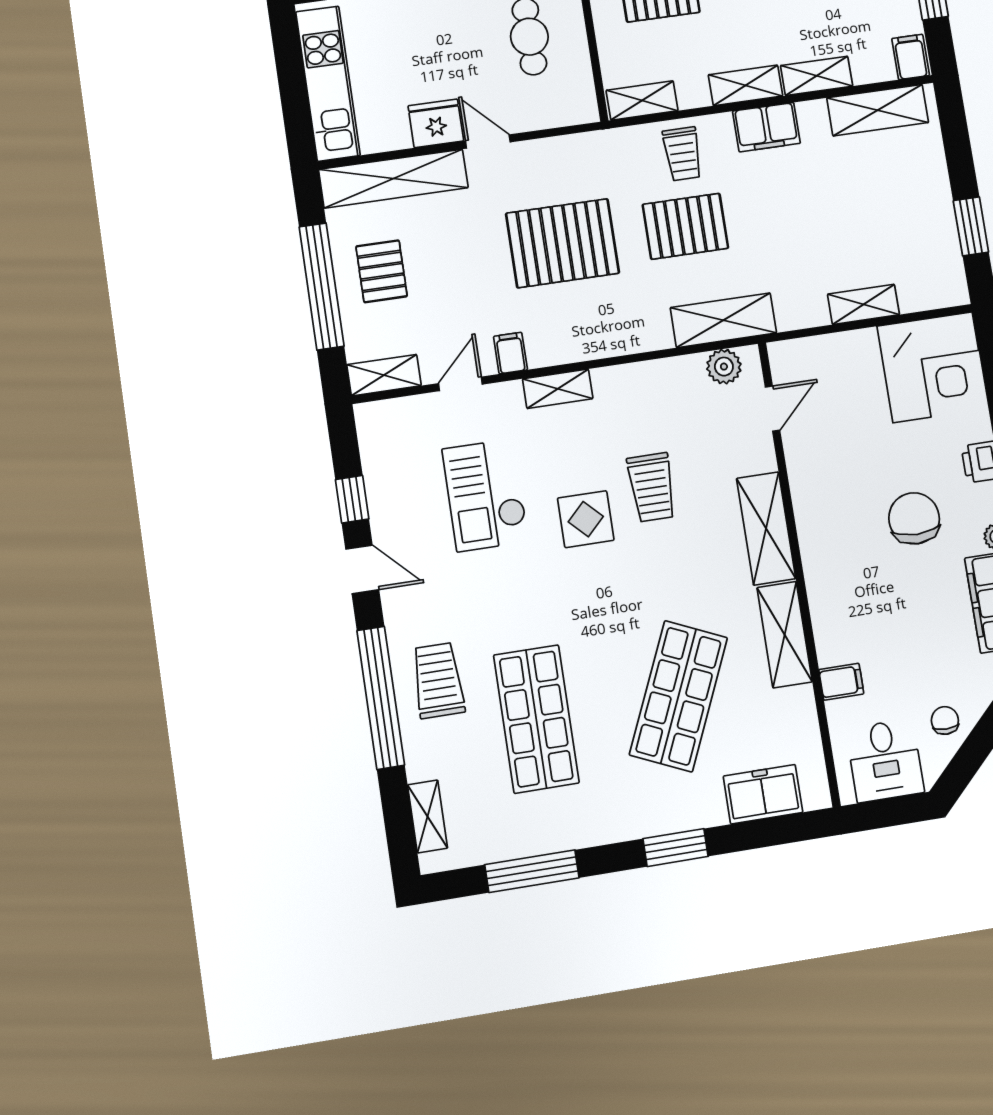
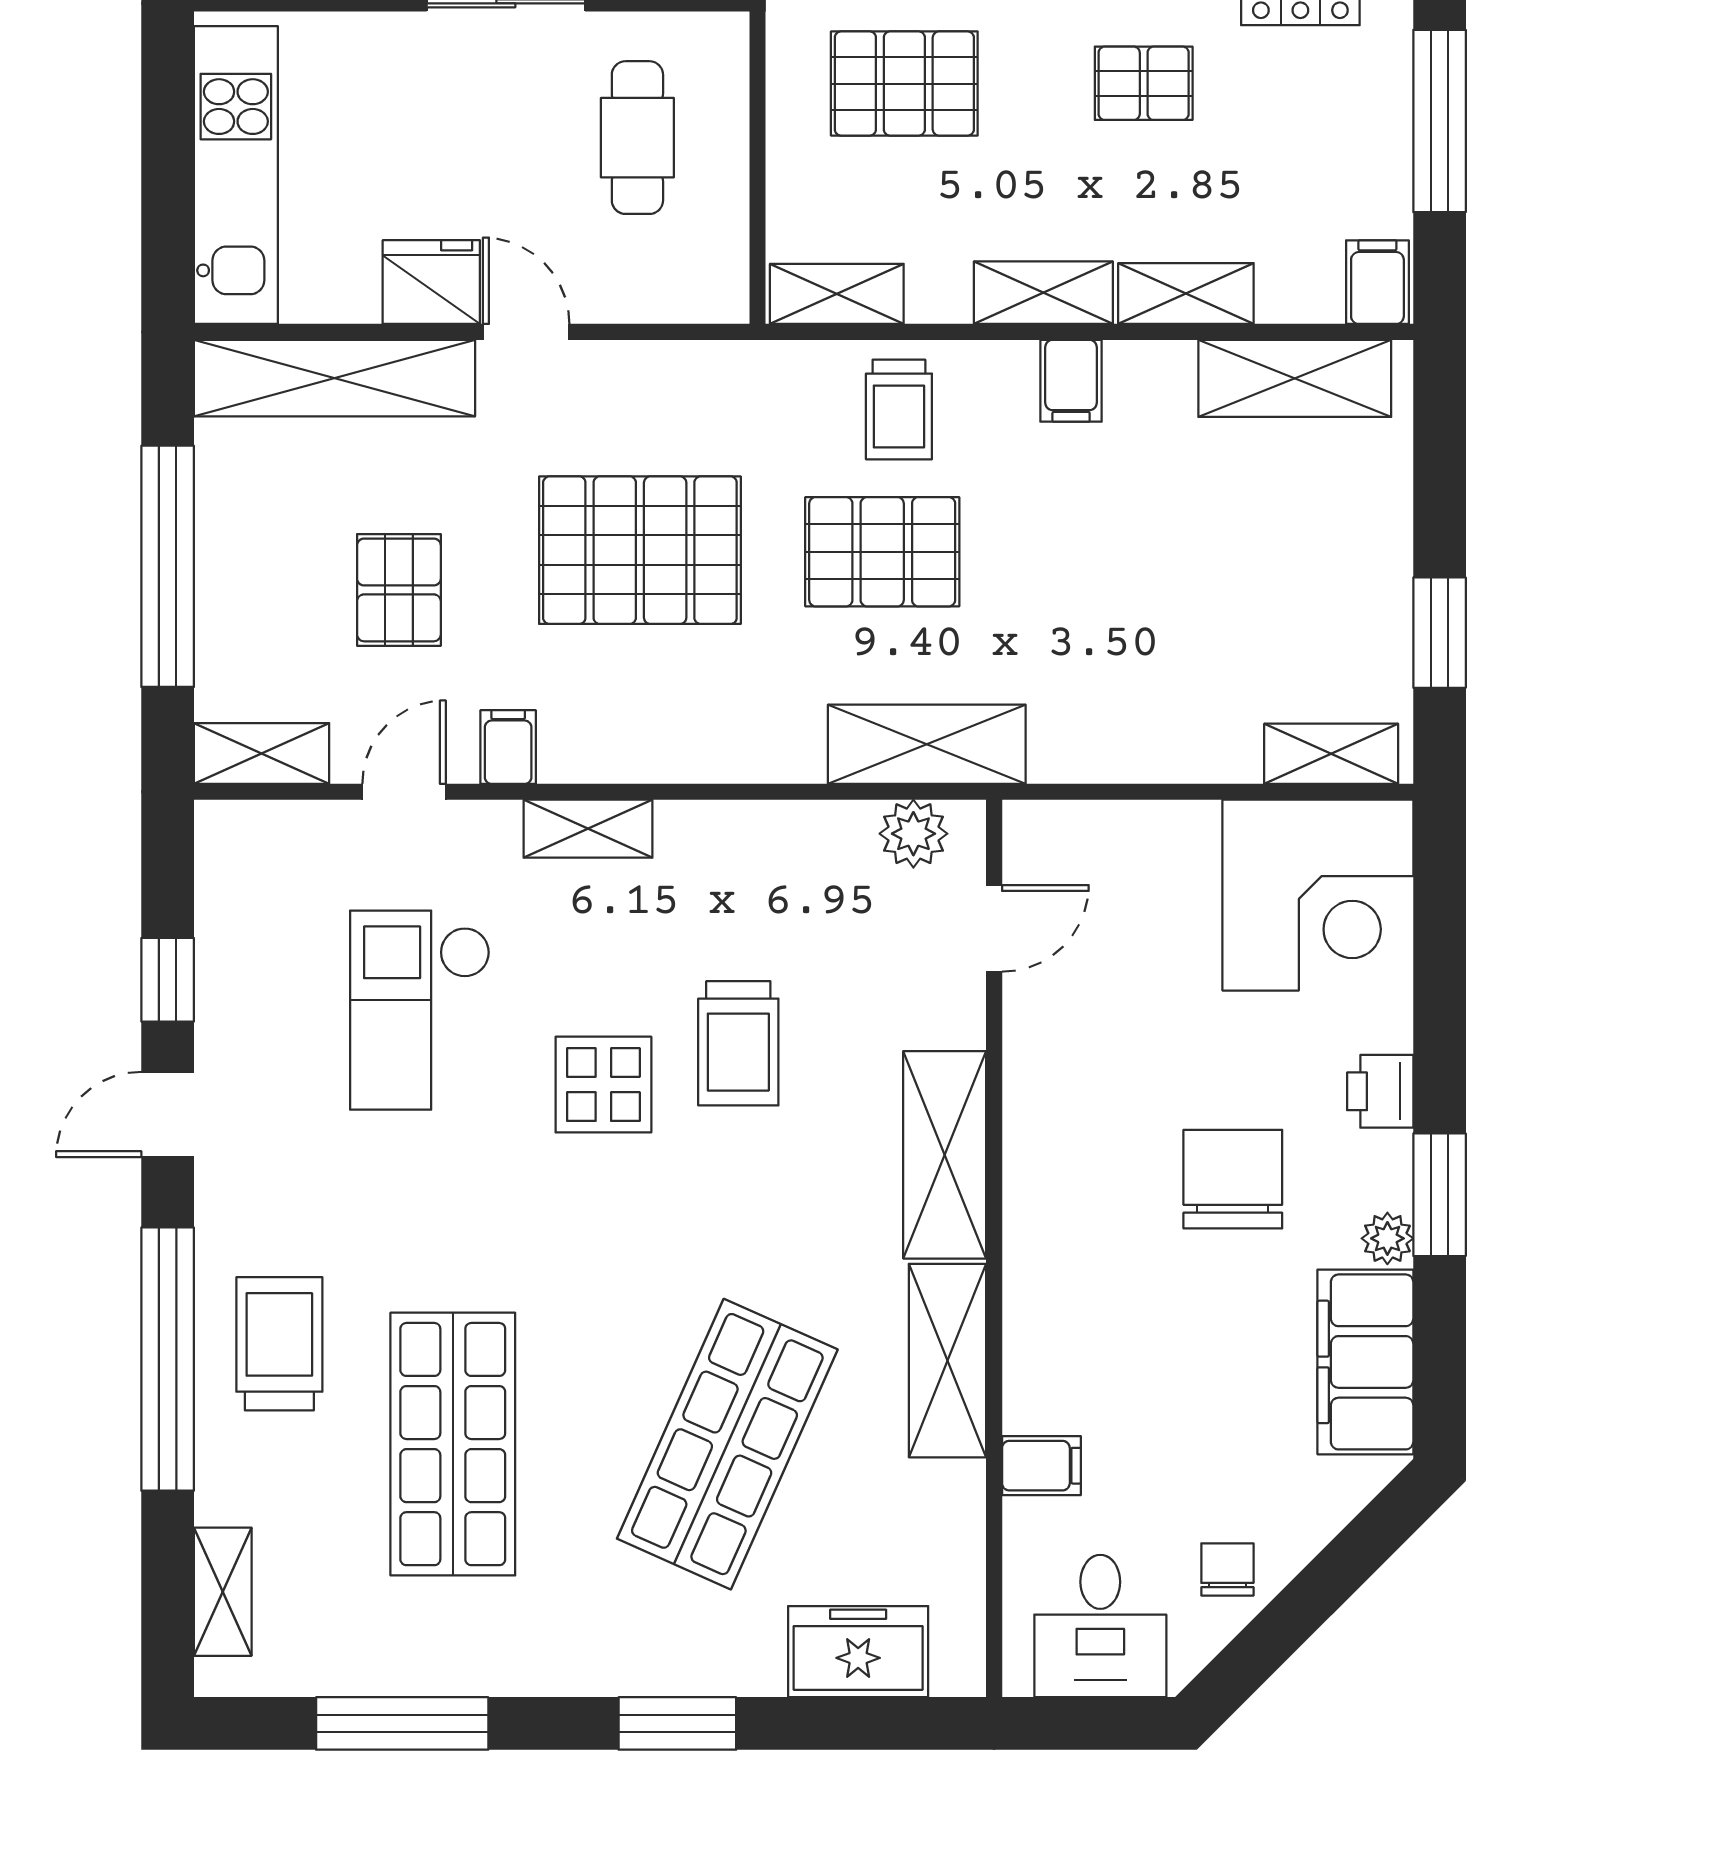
filing cabinet: (766, 127) -> (1071, 381), width x0.50
pallet: (382, 271) -> (399, 590), moved
shelving: (863, 304) -> (1331, 754), moved
door: (362, 569) -> (168, 1114), swing flipped

